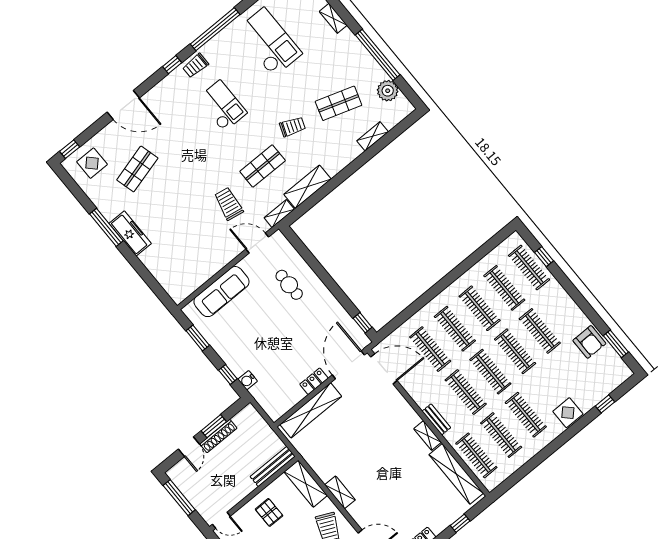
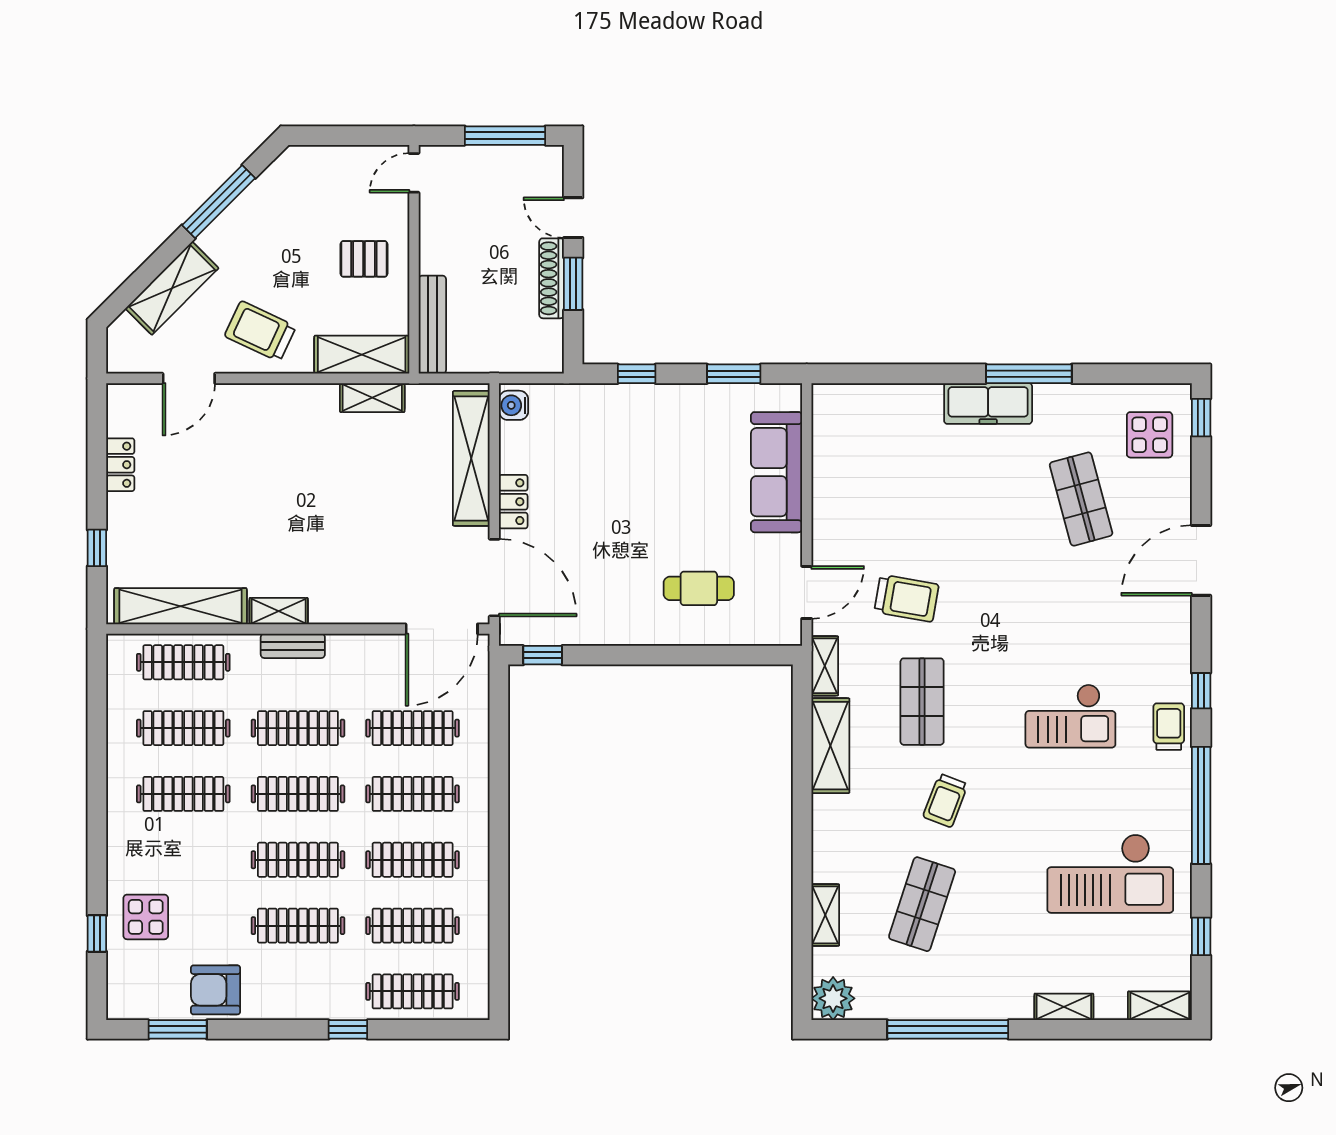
plant: (388, 91) -> (833, 998), moved
window: (544, 257) -> (348, 1029), moved
water cooler: (248, 380) -> (514, 405), moved, turned -90
display table: (568, 413) -> (146, 917), moved
shelving: (340, 492) -> (372, 398), moved

